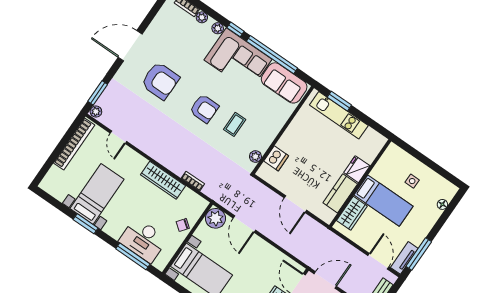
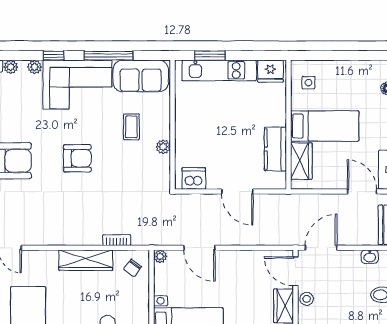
window: (272, 55) -> (108, 56), width x0.68
coffee table: (235, 124) -> (131, 127), moved
plant: (255, 156) -> (163, 147), moved
dishwasher: (276, 158) -> (194, 178), moved, turned -90
fridge: (357, 169) -> (270, 71), moved, turned -90
side table: (412, 181) -> (308, 83), moved
plant: (215, 218) -> (160, 256), width x0.53, depth x0.53
chair: (183, 225) -> (133, 268), moved

